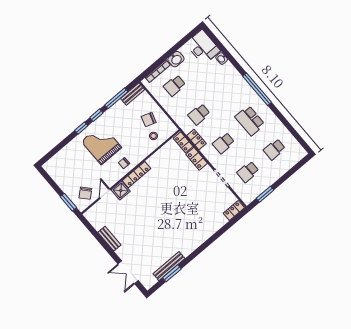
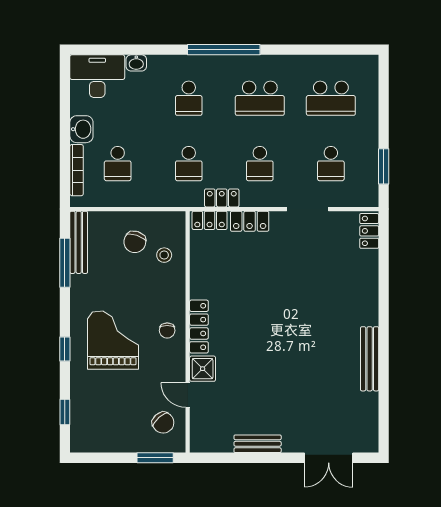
school desk: (225, 92) -> (189, 98), added
bench: (133, 94) -> (79, 242), width x1.36
window: (96, 115) -> (65, 412), moved
grand piano: (101, 144) -> (113, 340), turned 90
school desk: (274, 149) -> (331, 98), width x1.85
bench: (169, 266) -> (370, 359), moved
window: (172, 273) -> (384, 396), removed

